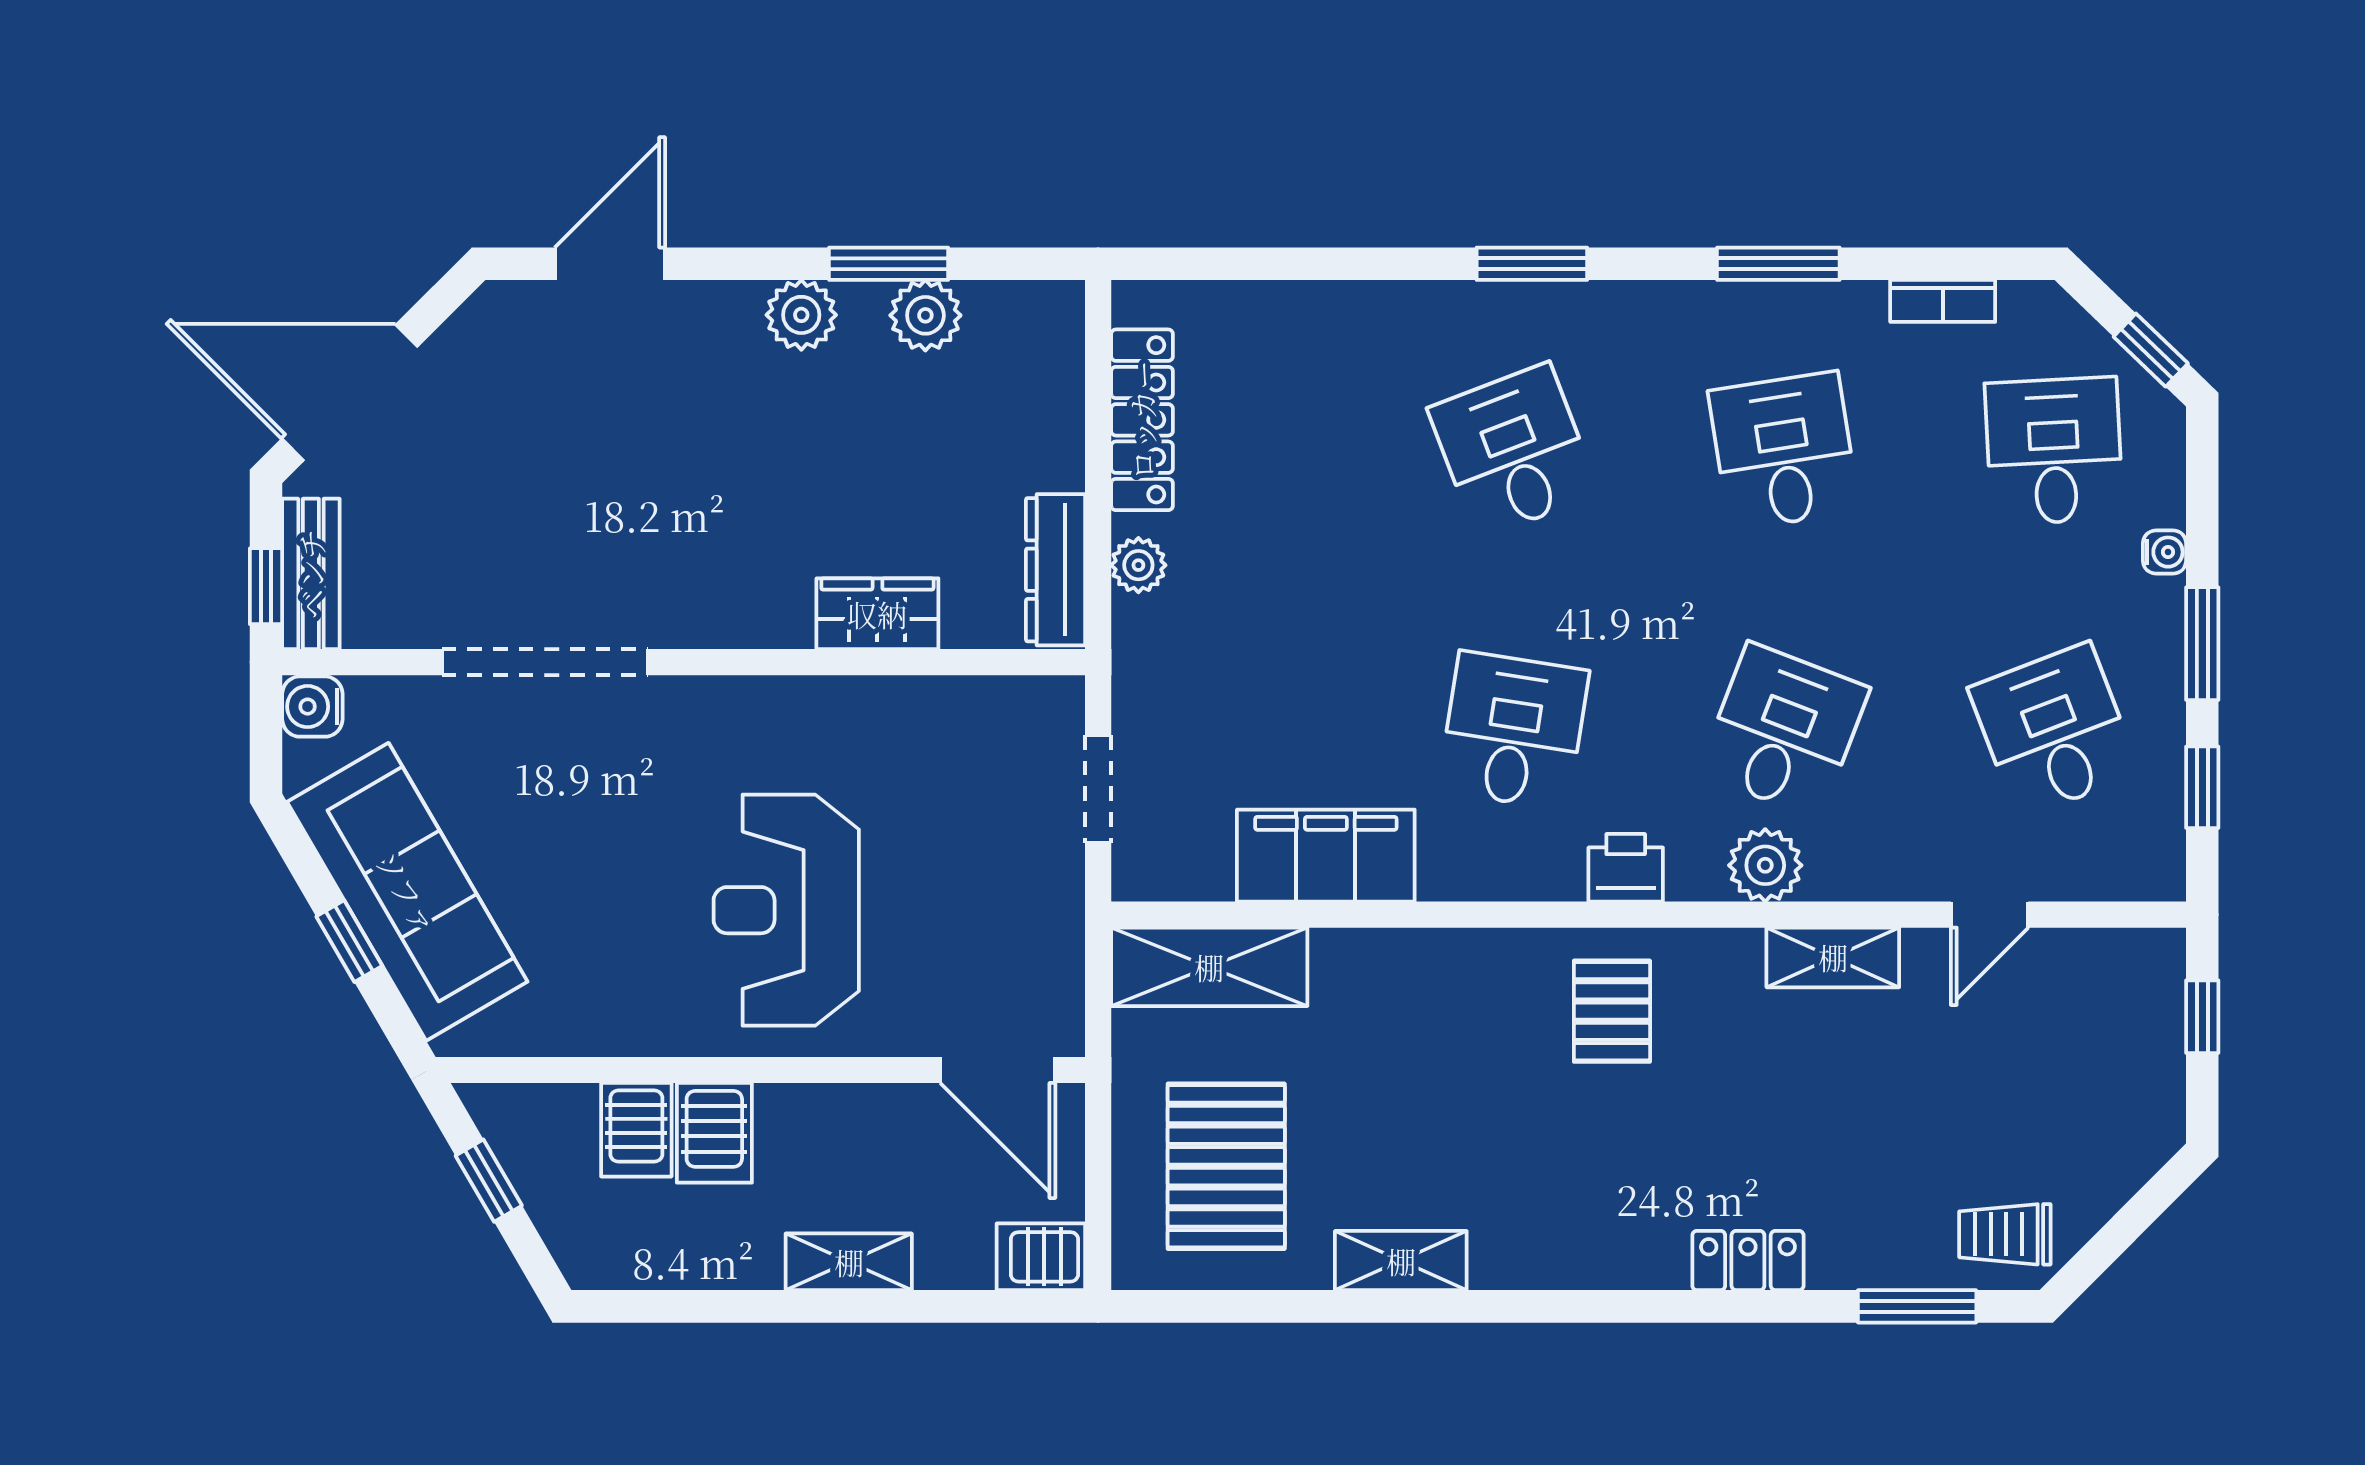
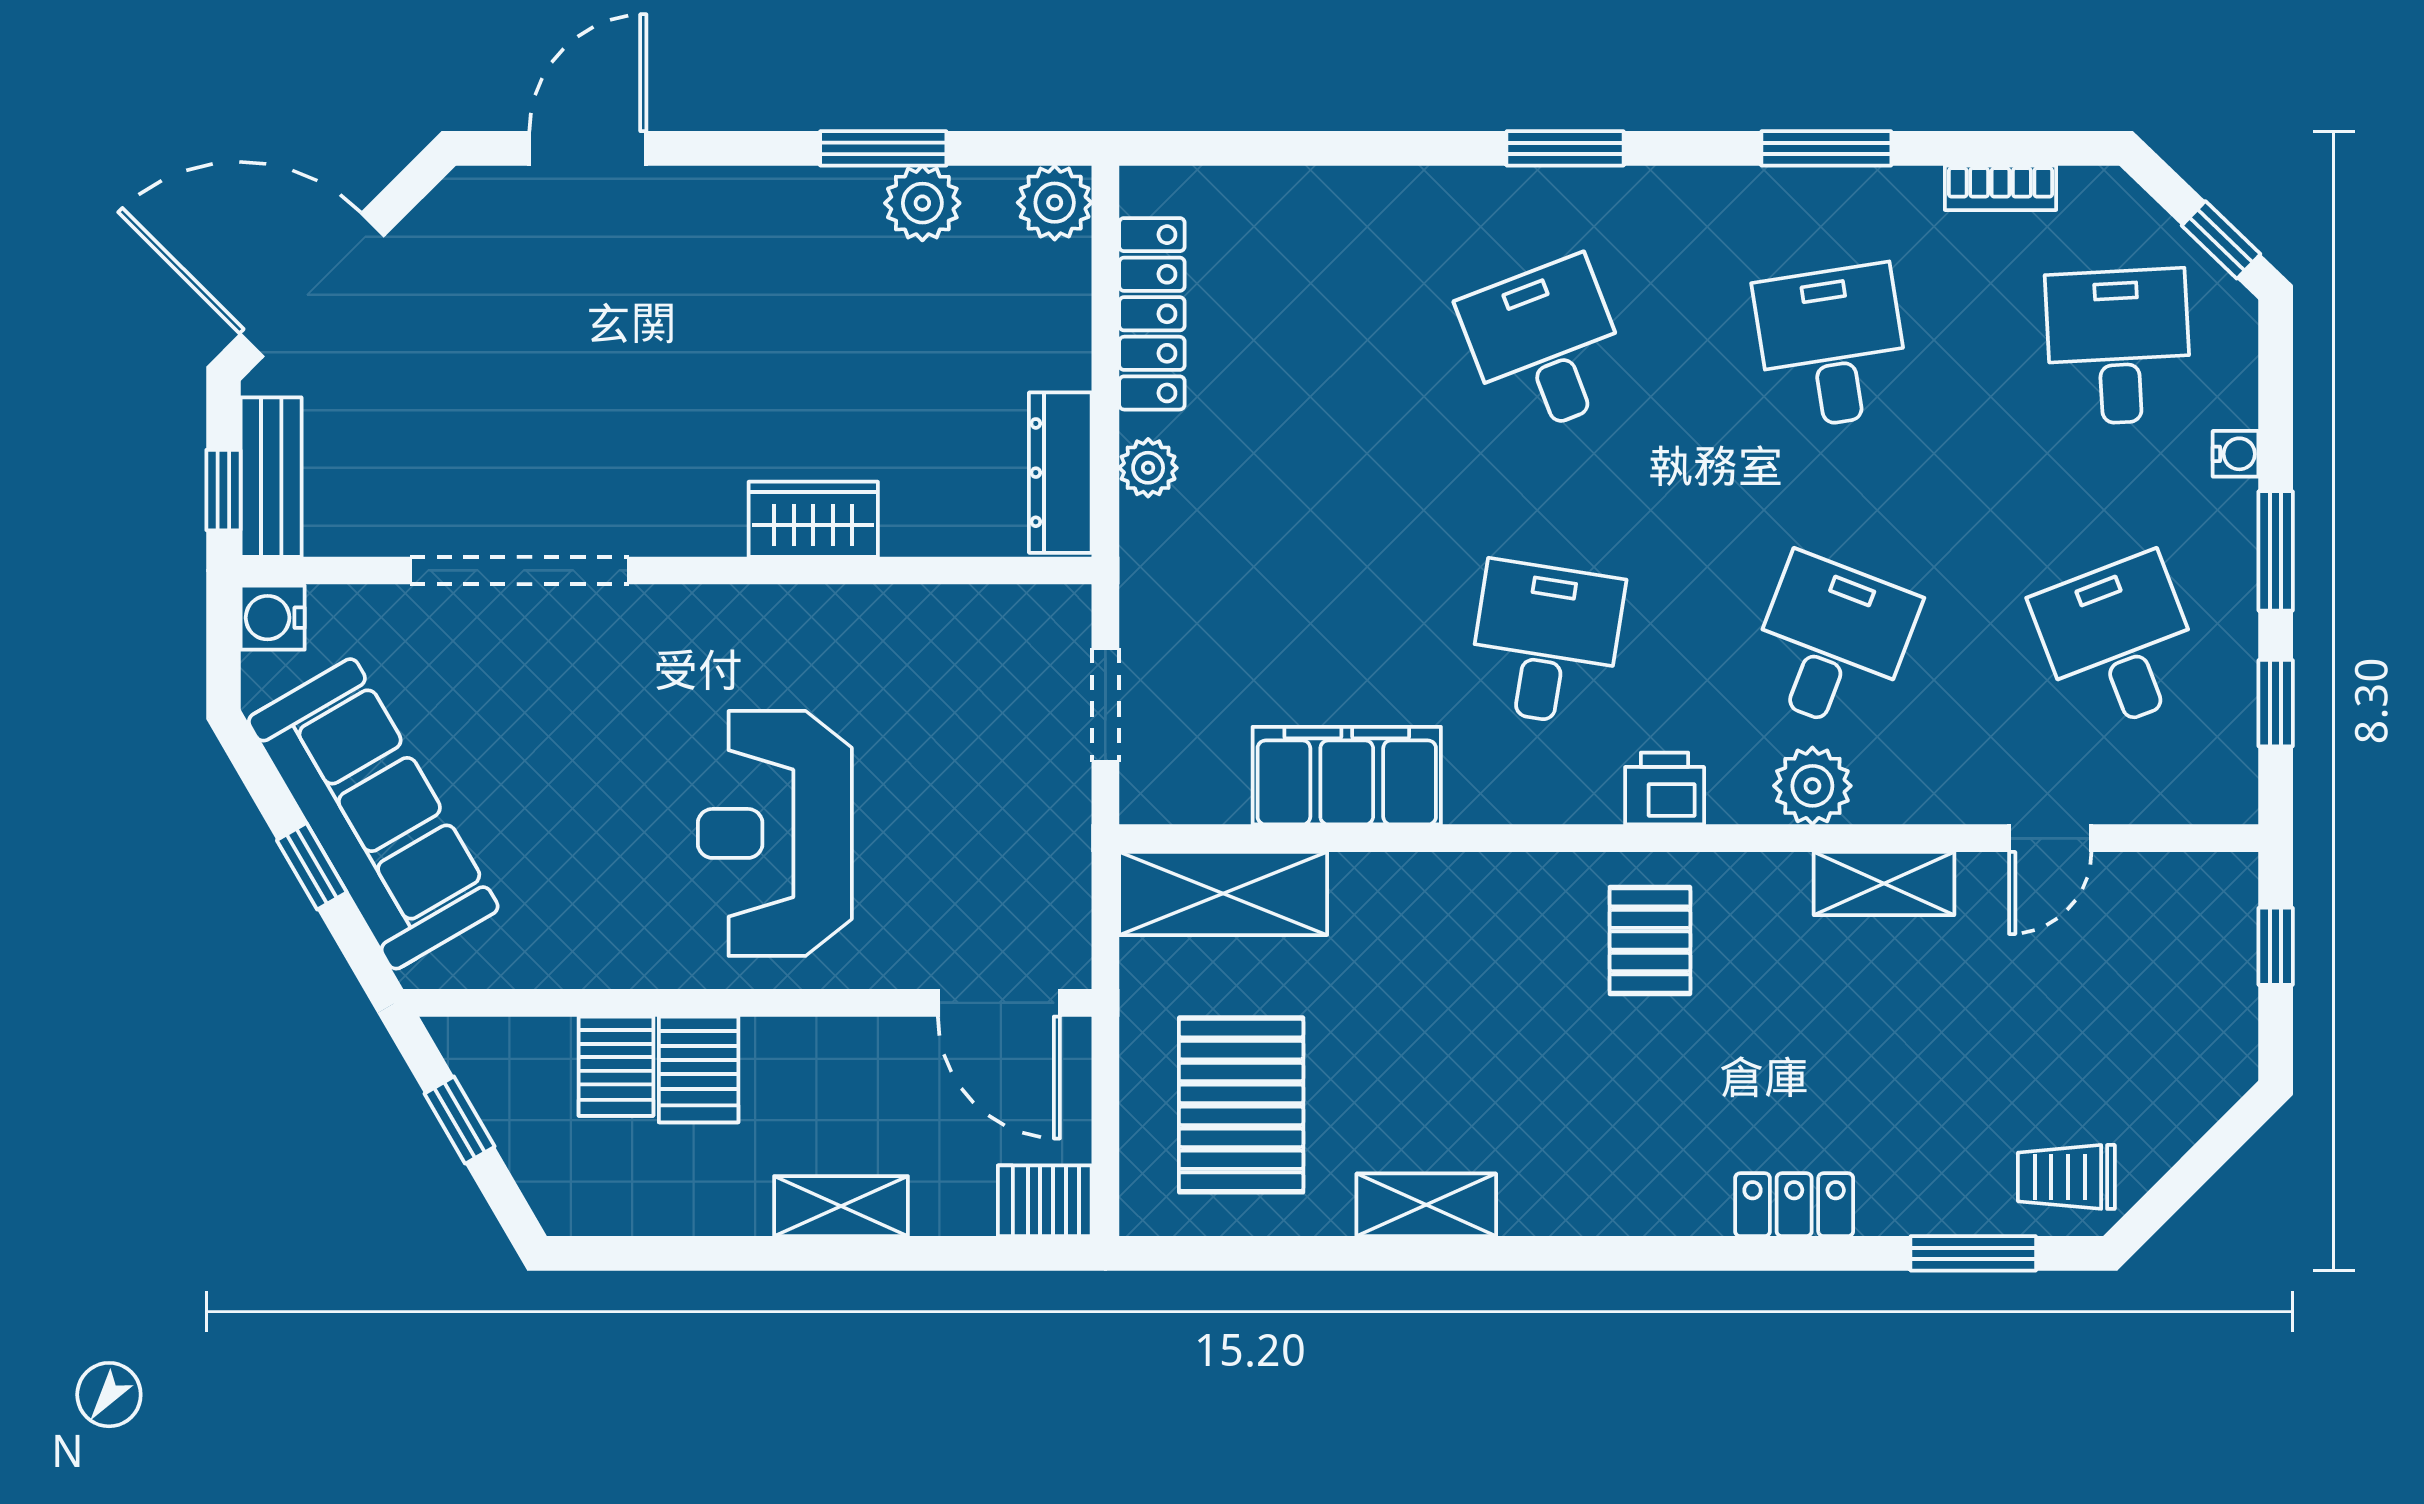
plant: (801, 315) -> (1055, 203), moved
wardrobe: (877, 614) -> (813, 519), moved

